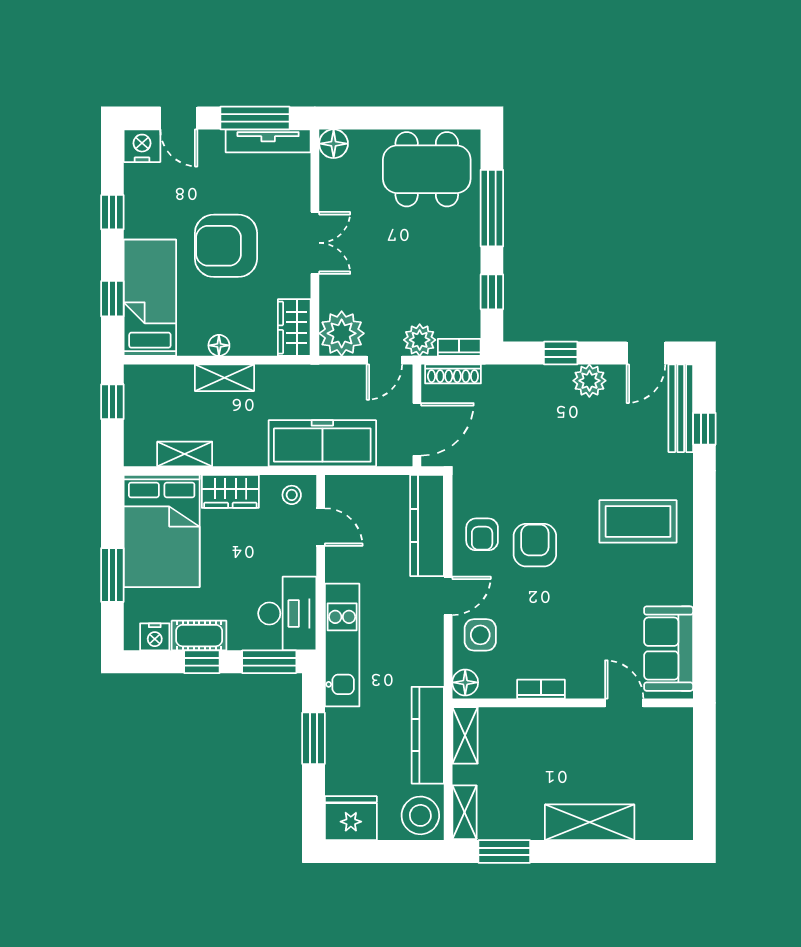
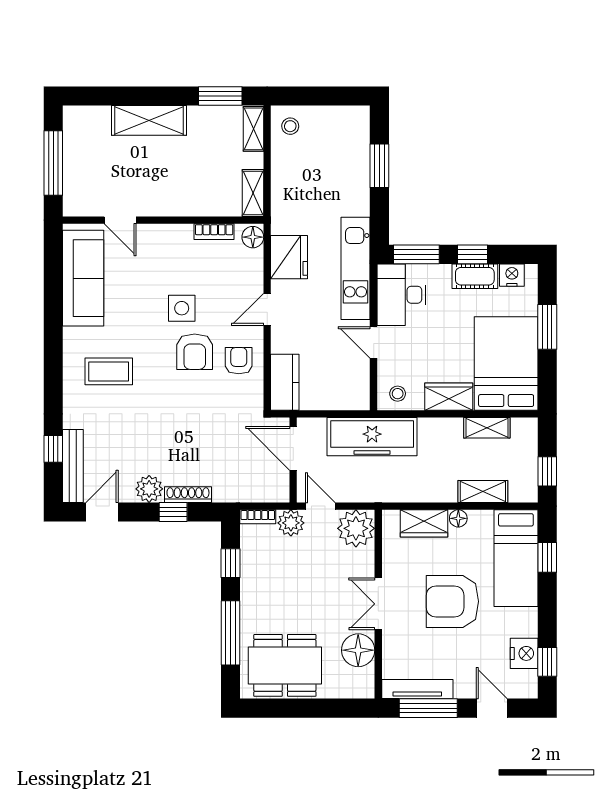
floor lamp: (334, 144) -> (358, 650), moved, width x1.38, depth x1.38
nightstand: (142, 146) -> (524, 653), moved, turned -90
window: (112, 212) -> (547, 662), moved
armchair: (226, 246) -> (452, 601), turned 180
wardrobe: (294, 328) -> (424, 523), moved, turned 90
door: (384, 360) -> (320, 506), hinge flipped
shoe rack: (453, 374) -> (188, 495), moved
shelving: (224, 378) -> (483, 491), moved
door: (417, 429) -> (293, 448), hinge flipped
coffee table: (638, 521) -> (109, 371), width x0.73, depth x0.76
kitchen counter: (427, 525) -> (285, 382), width x0.67
door: (321, 527) -> (374, 342), moved
side table: (480, 635) -> (182, 308), moved
sofa: (669, 649) -> (83, 278), width x1.36
bookcase: (541, 689) -> (214, 232), moved
kitchen counter: (428, 735) -> (284, 193), removed
window: (313, 738) -> (379, 166), moved
window: (704, 771) -> (53, 163), added
stool: (420, 815) -> (290, 126), width x0.53, depth x0.53
fridge: (351, 818) -> (289, 257), moved, turned -90

